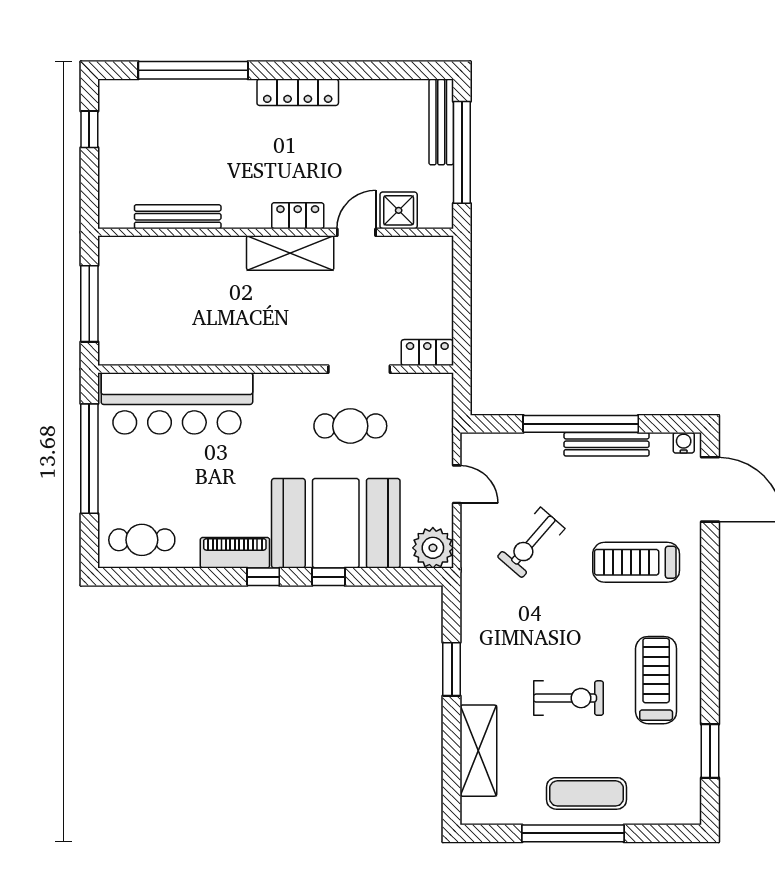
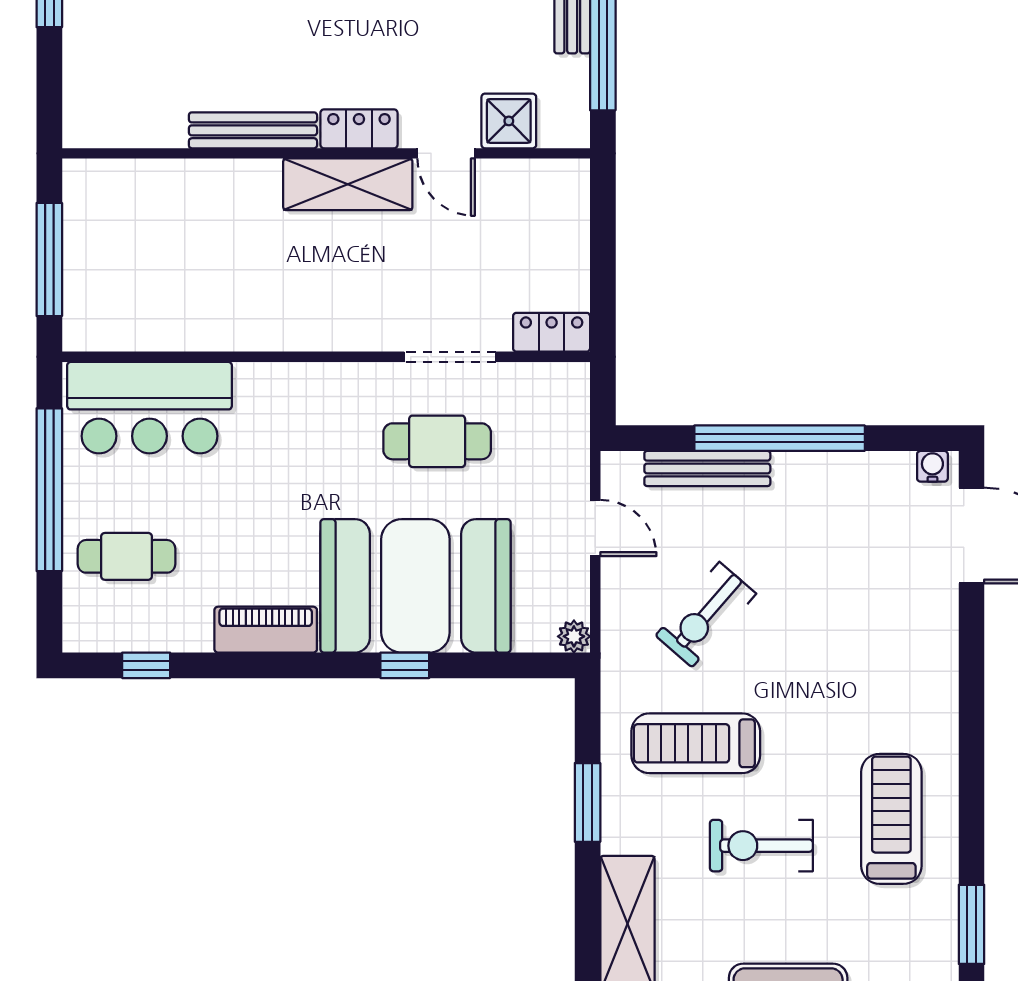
bench: (178, 217) -> (253, 130), moved
door: (356, 232) -> (446, 153), swing flipped
bar counter: (177, 403) -> (149, 408), width x0.73
bench: (607, 444) -> (707, 469), moved
cafe table: (142, 540) -> (127, 556), moved
plant: (433, 548) -> (574, 636), width x0.53, depth x0.53
treadmill: (636, 562) -> (696, 743), moved
window: (263, 577) -> (146, 665), moved
exercise bike: (569, 698) -> (761, 846), turned 180

